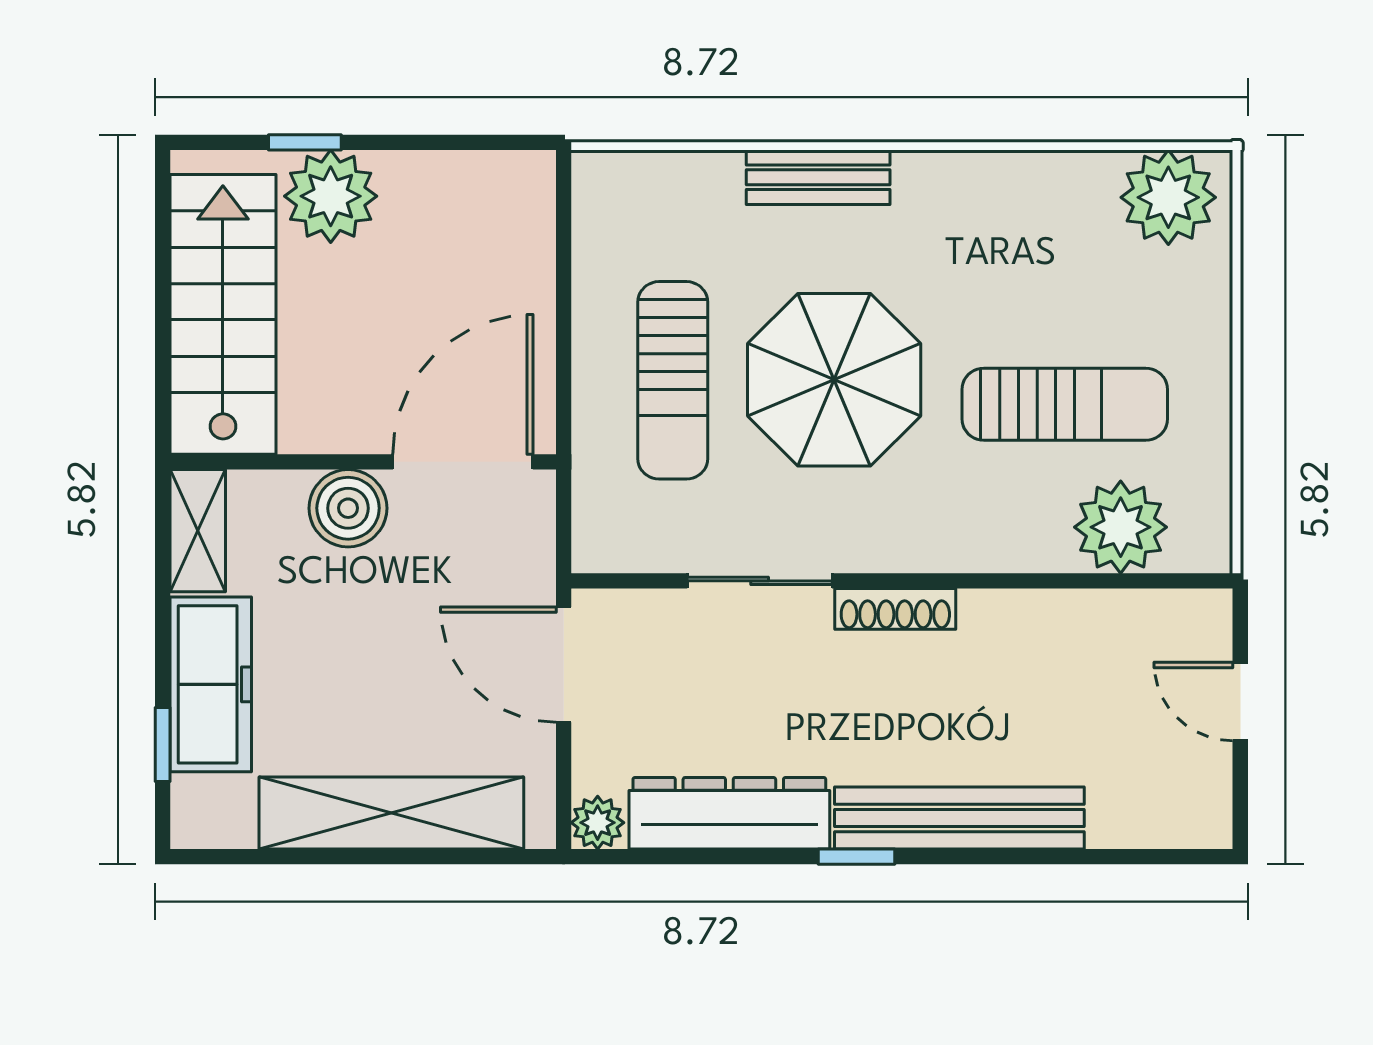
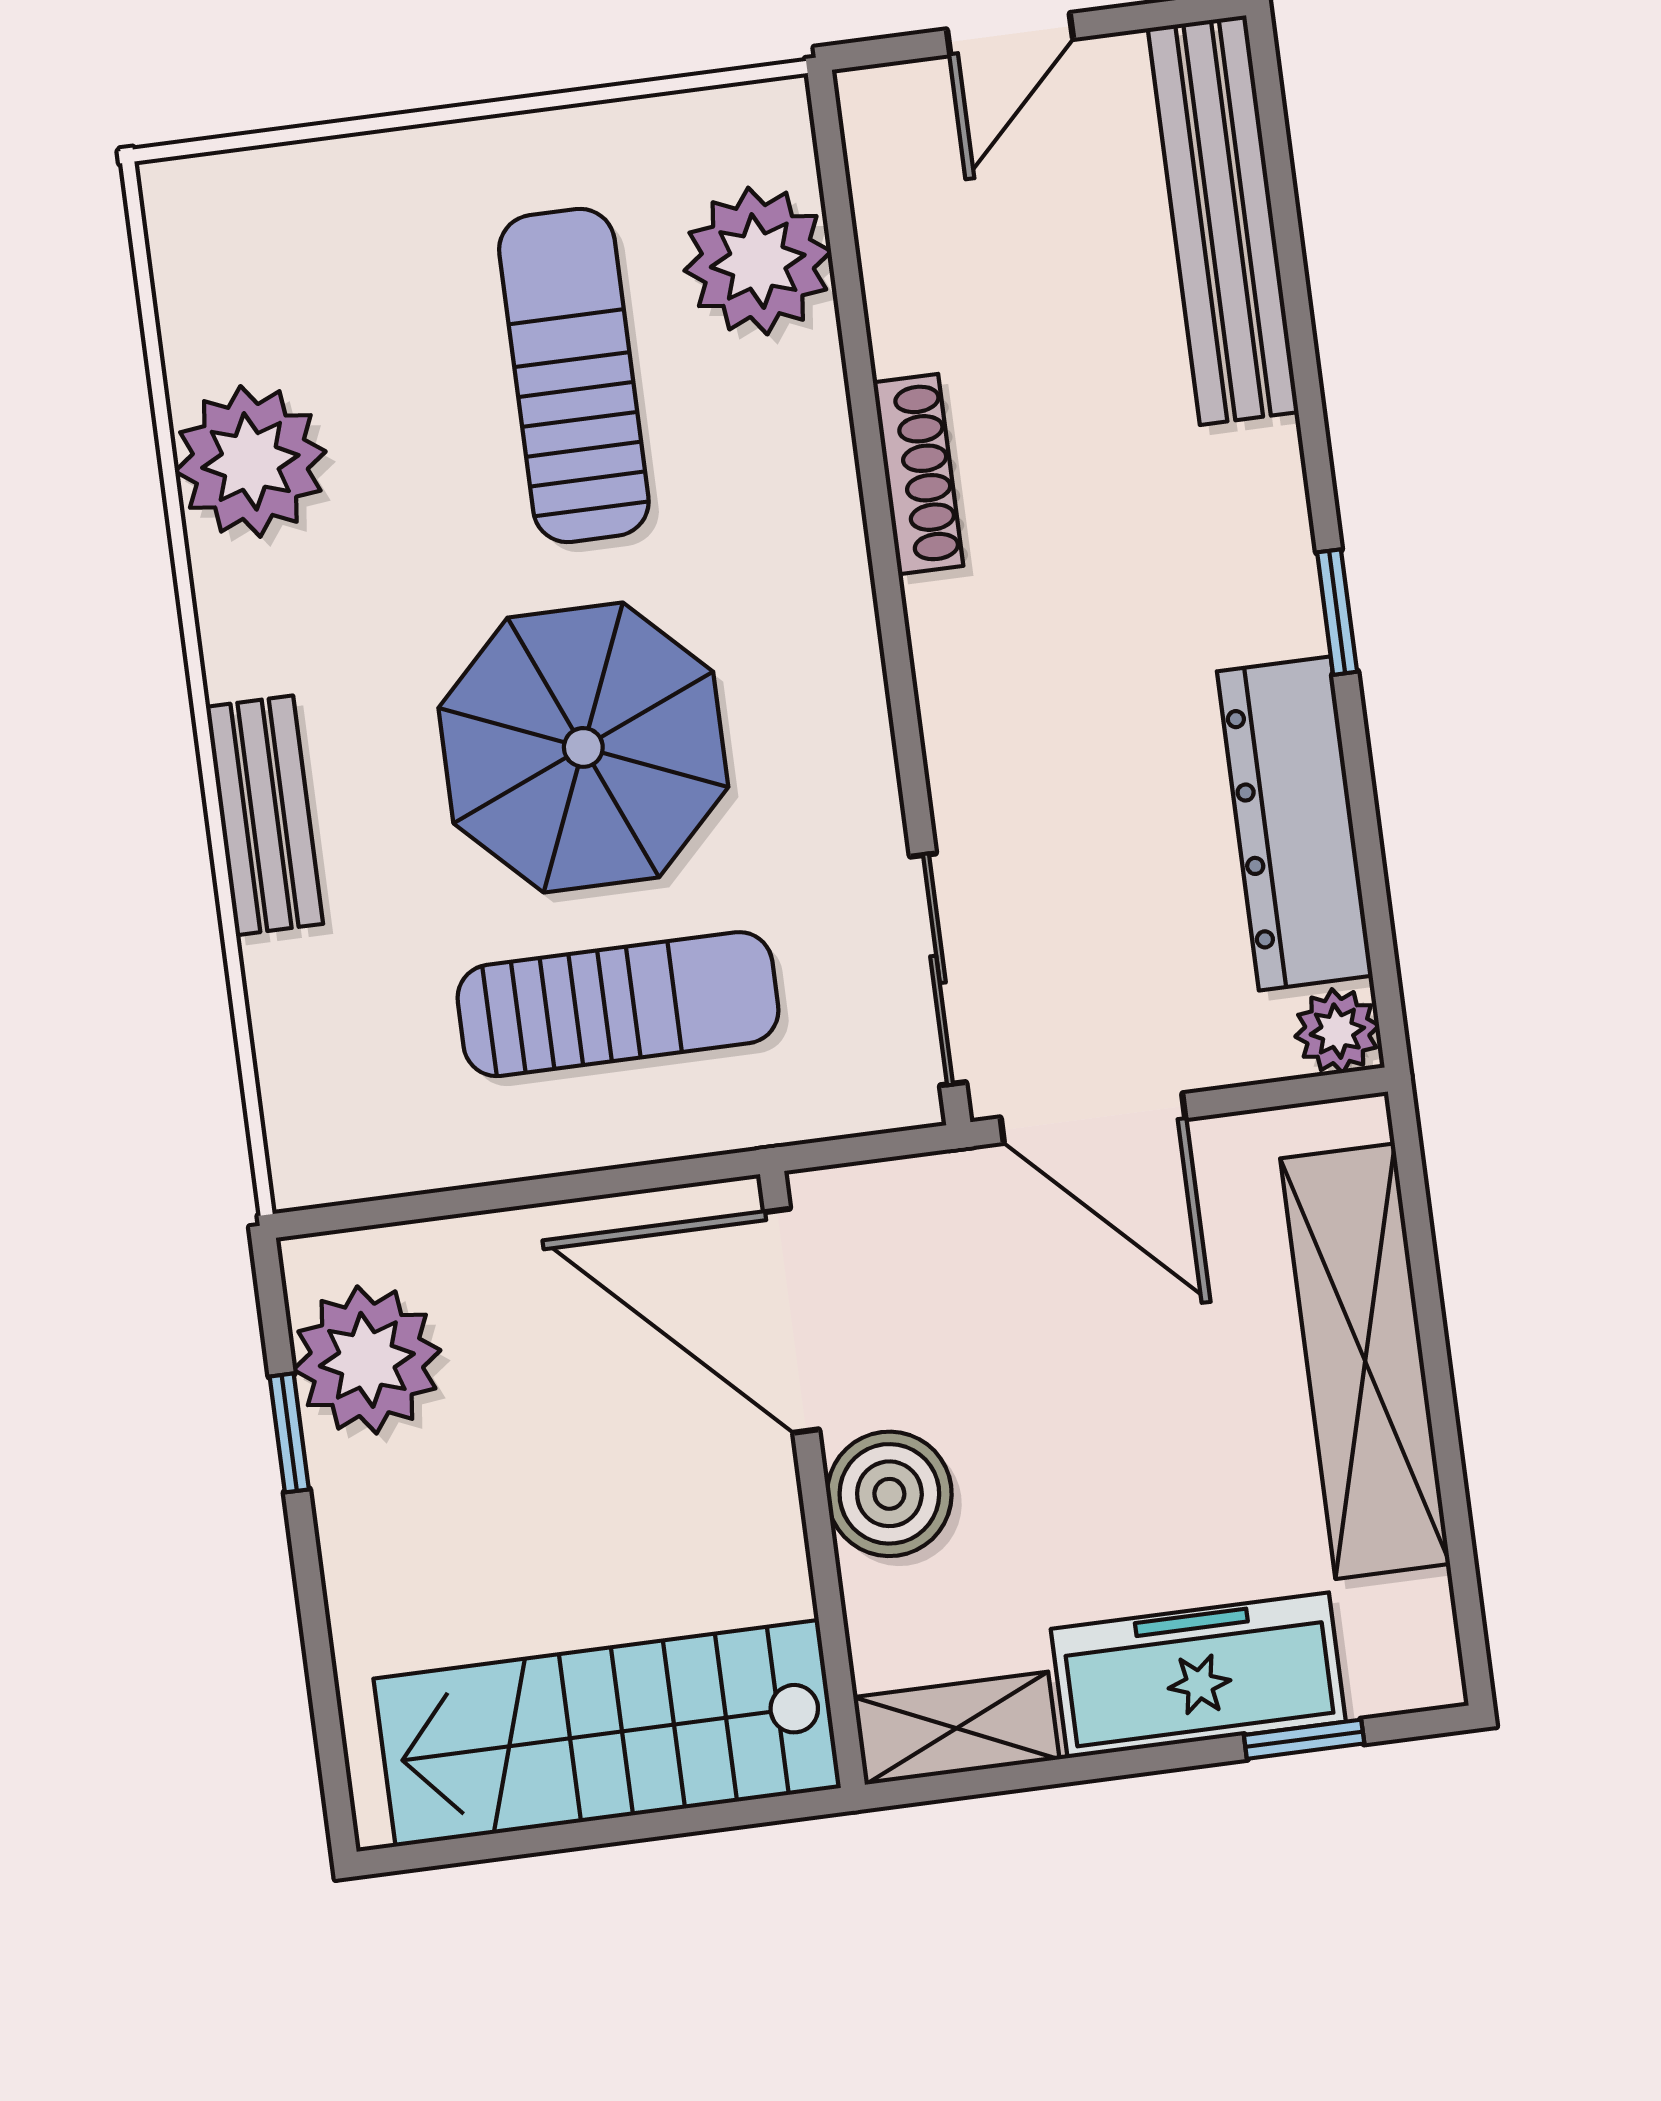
window: (305, 142) -> (289, 1433), moved
plant: (331, 196) -> (367, 1360), moved
plant: (1168, 197) -> (250, 461), moved
sliding door: (760, 581) -> (938, 969), moved
shoe rack: (895, 609) -> (918, 474), moved
door: (564, 665) -> (1093, 1118), hinge flipped
bench: (959, 818) -> (1223, 220), moved

